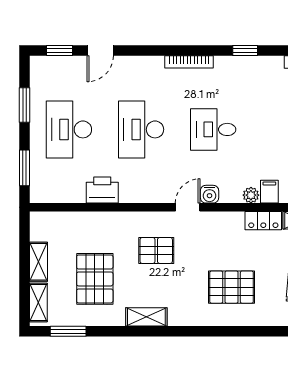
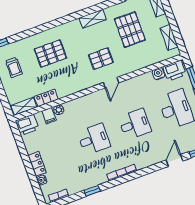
desk: (141, 129) -> (135, 124), width x0.73
printer: (102, 190) -> (174, 71), moved
water cooler: (210, 194) -> (158, 74), moved
door: (188, 207) -> (111, 83), moved
shelving: (38, 262) -> (169, 37), moved

